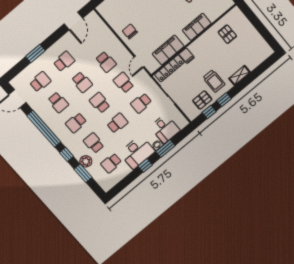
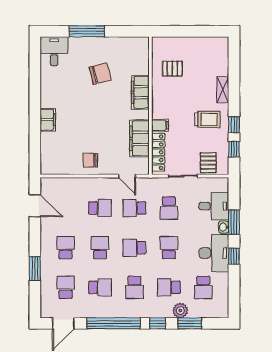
school desk: (82, 82) -> (100, 248), turned -90
pallet: (202, 100) -> (208, 163), moved

